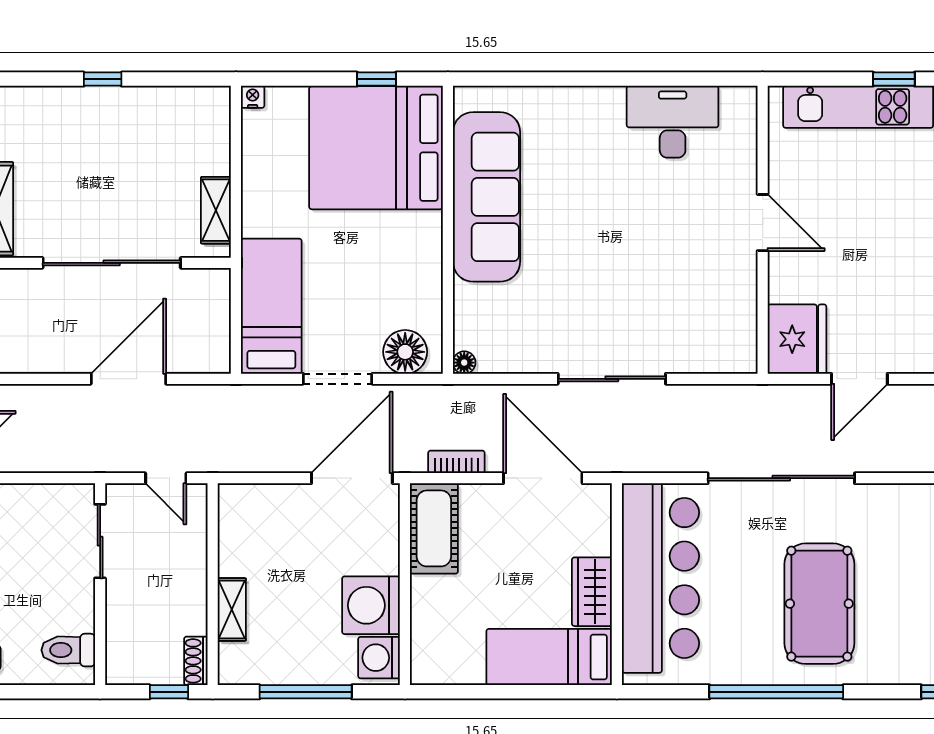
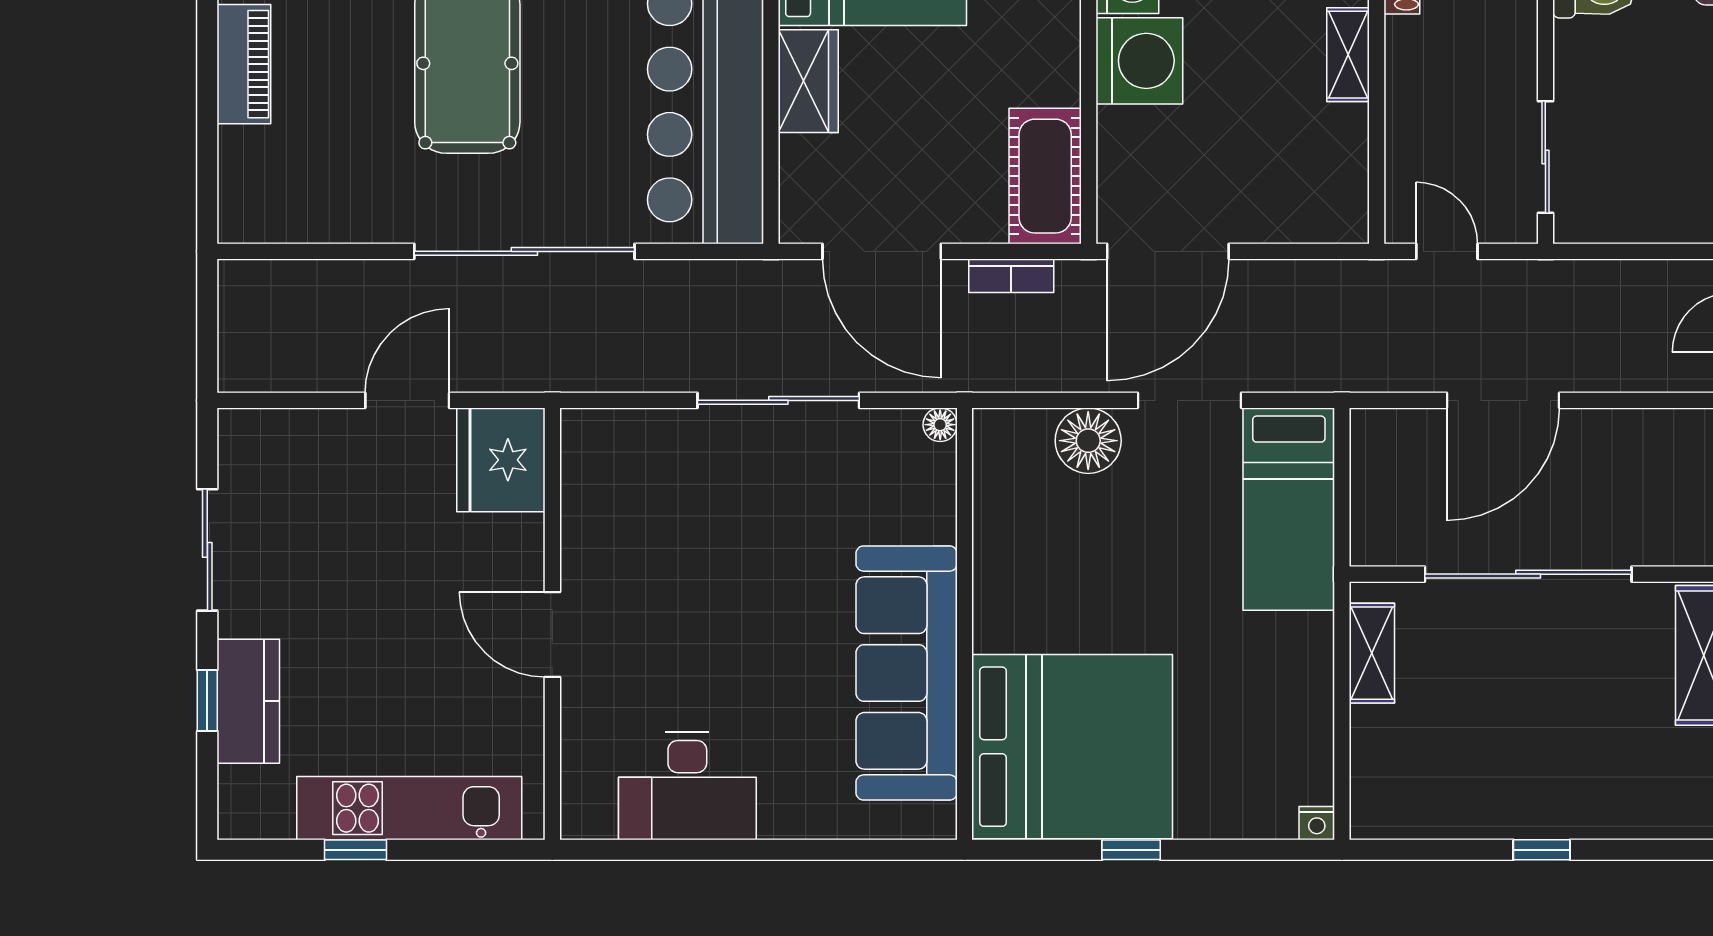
bed: (376, 148) -> (1072, 747), moved
sofa: (487, 197) -> (907, 673), moved
wall: (448, 230) -> (965, 624), moved
floor lamp: (464, 363) -> (940, 425), moved

